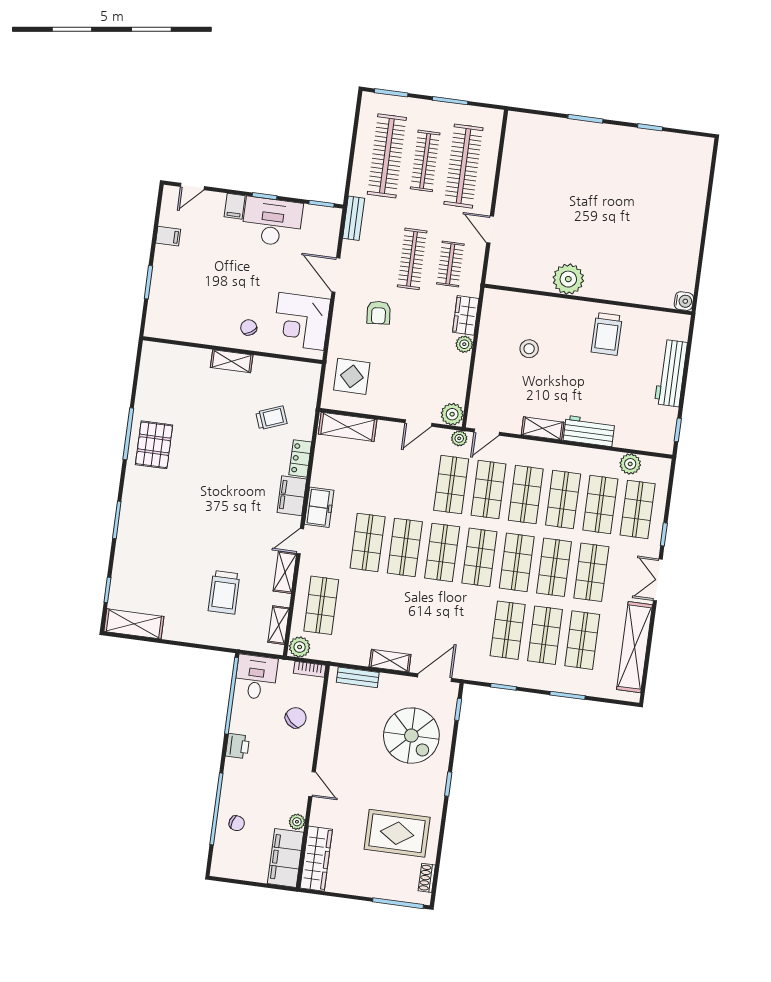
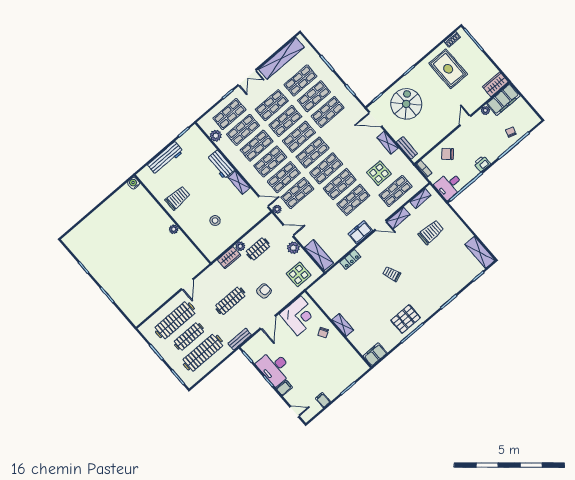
clothes rail: (450, 264) -> (258, 249), moved
plant: (568, 279) -> (174, 229), width x0.53, depth x0.53
plant: (452, 414) -> (293, 248), moved
trolley: (271, 418) -> (392, 274), moved
filing cabinet: (292, 496) -> (375, 354), moved, turned 180
display table: (365, 609) -> (379, 173), added
plant: (300, 647) -> (420, 182), removed
wardrobe: (316, 859) -> (495, 84), width x0.67

